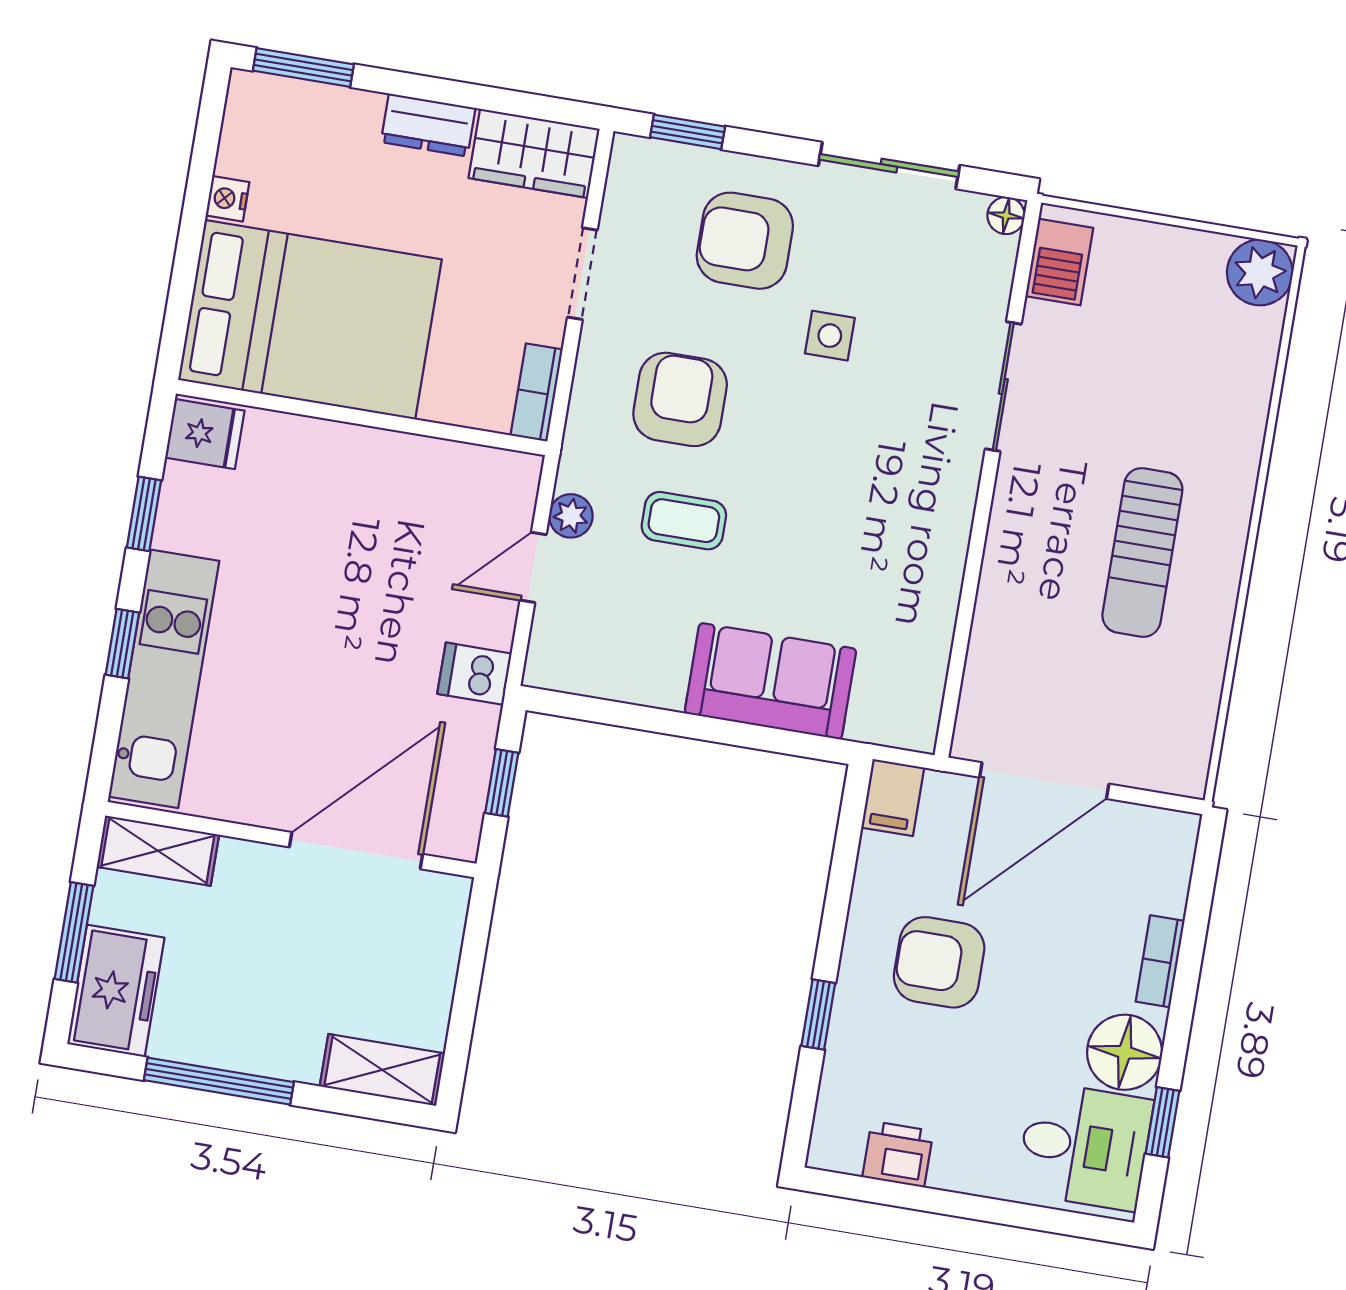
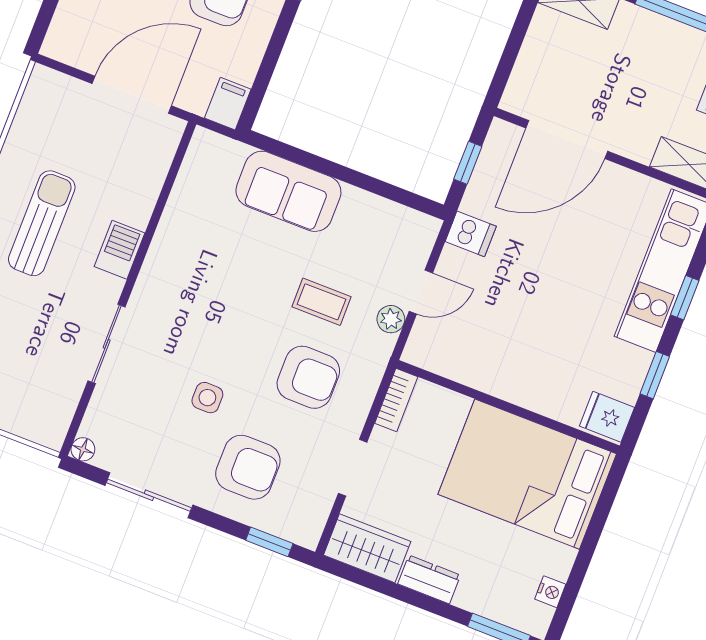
nightstand: (228, 199) -> (550, 592), moved
barbecue: (1059, 262) -> (120, 250), moved
armchair: (680, 399) -> (308, 377), turned -90

